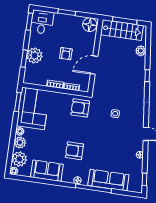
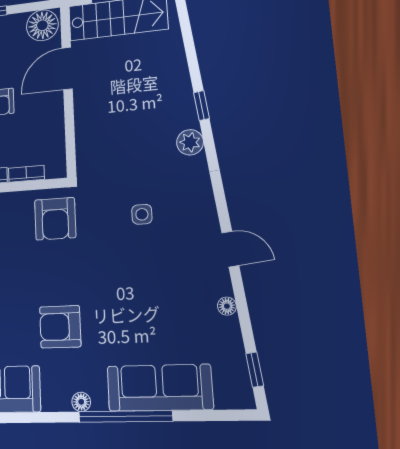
plant: (141, 51) -> (190, 142), moved
door: (94, 65) -> (67, 68), moved
armchair: (80, 108) -> (55, 219), turned -90

